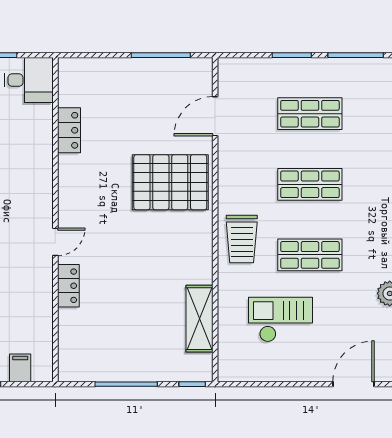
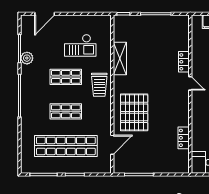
shop shelf: (310, 114) -> (66, 146), width x2.00, depth x1.36
pallet: (170, 182) -> (134, 112), turned 90
trolley: (242, 239) -> (99, 85), turned 180
door: (55, 242) -> (190, 83), swing flipped
shelving: (199, 319) -> (120, 59), moved

